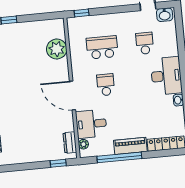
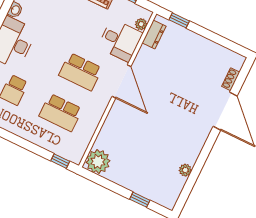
plant: (57, 49) -> (98, 162), moved
school desk: (106, 85) -> (81, 72), width x1.85

